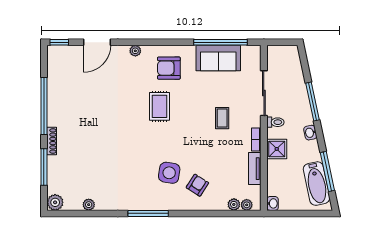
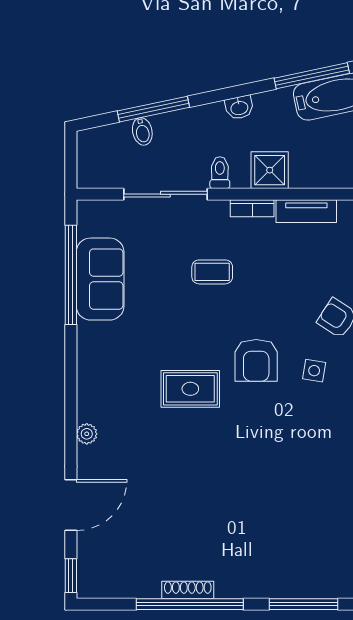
door: (97, 42) -> (71, 505), hinge flipped
armchair: (169, 68) -> (256, 360), moved
bidet: (297, 81) -> (142, 131), added
window: (313, 102) -> (153, 109), moved
shoe rack: (52, 141) -> (188, 590), moved
side table: (169, 173) -> (314, 371), width x0.54, depth x0.54

